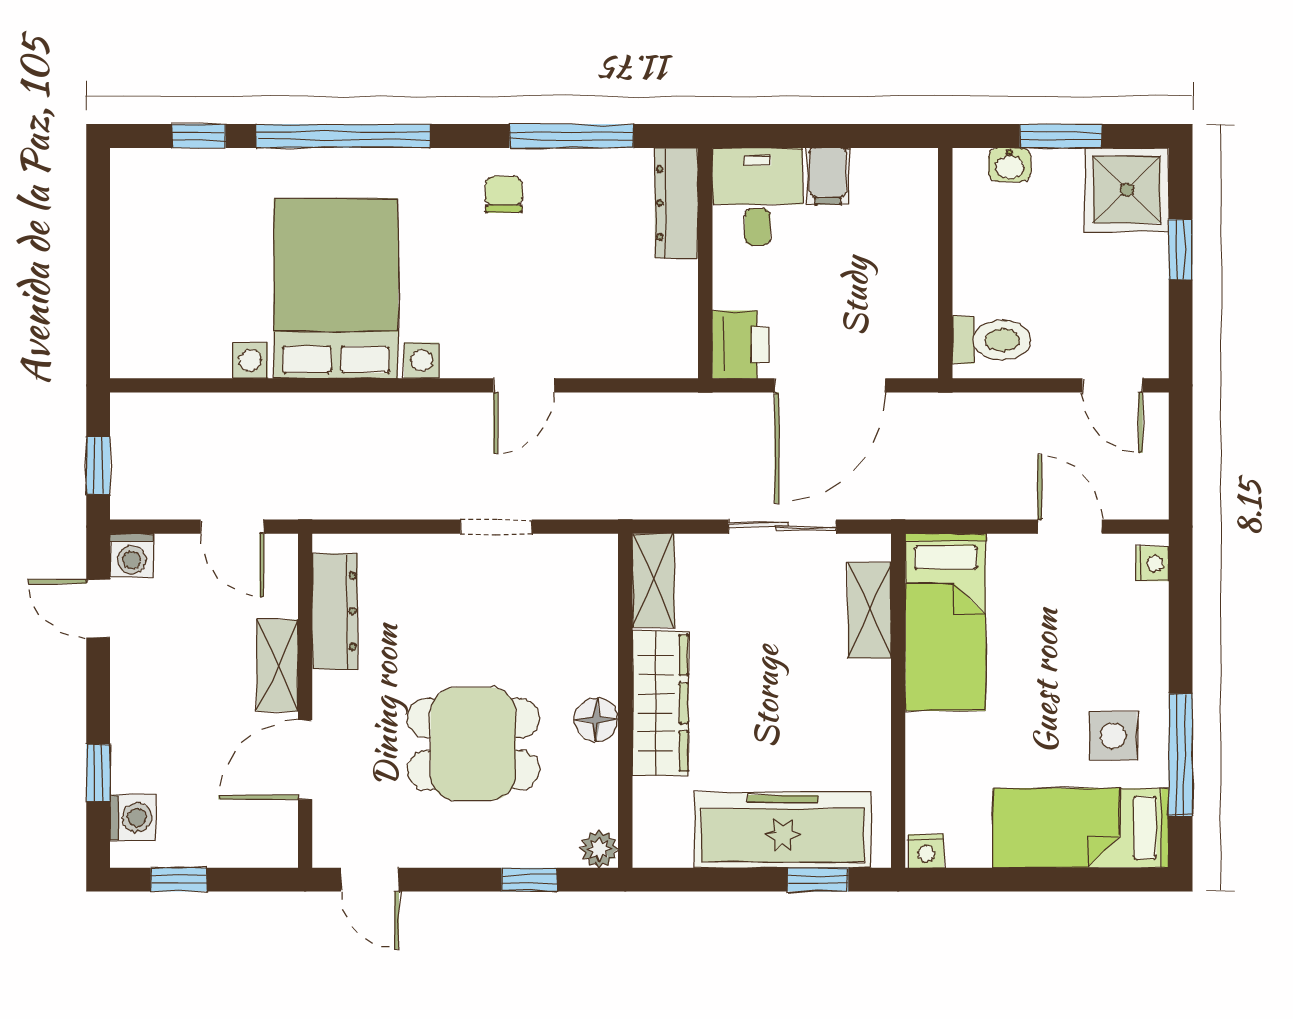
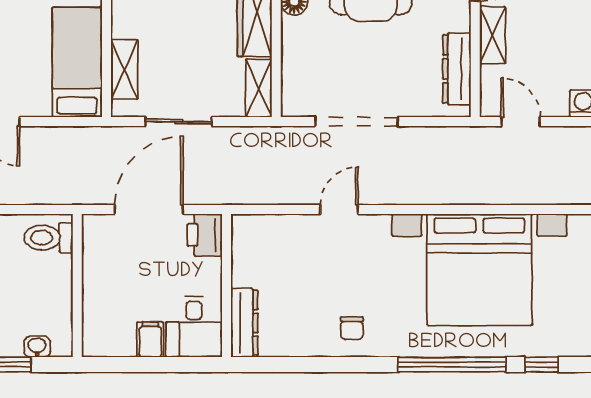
window: (571, 136) -> (310, 365), removed
bed with nightstands: (336, 289) -> (479, 270), width x1.36
doorway: (496, 527) -> (357, 122), width x1.88

